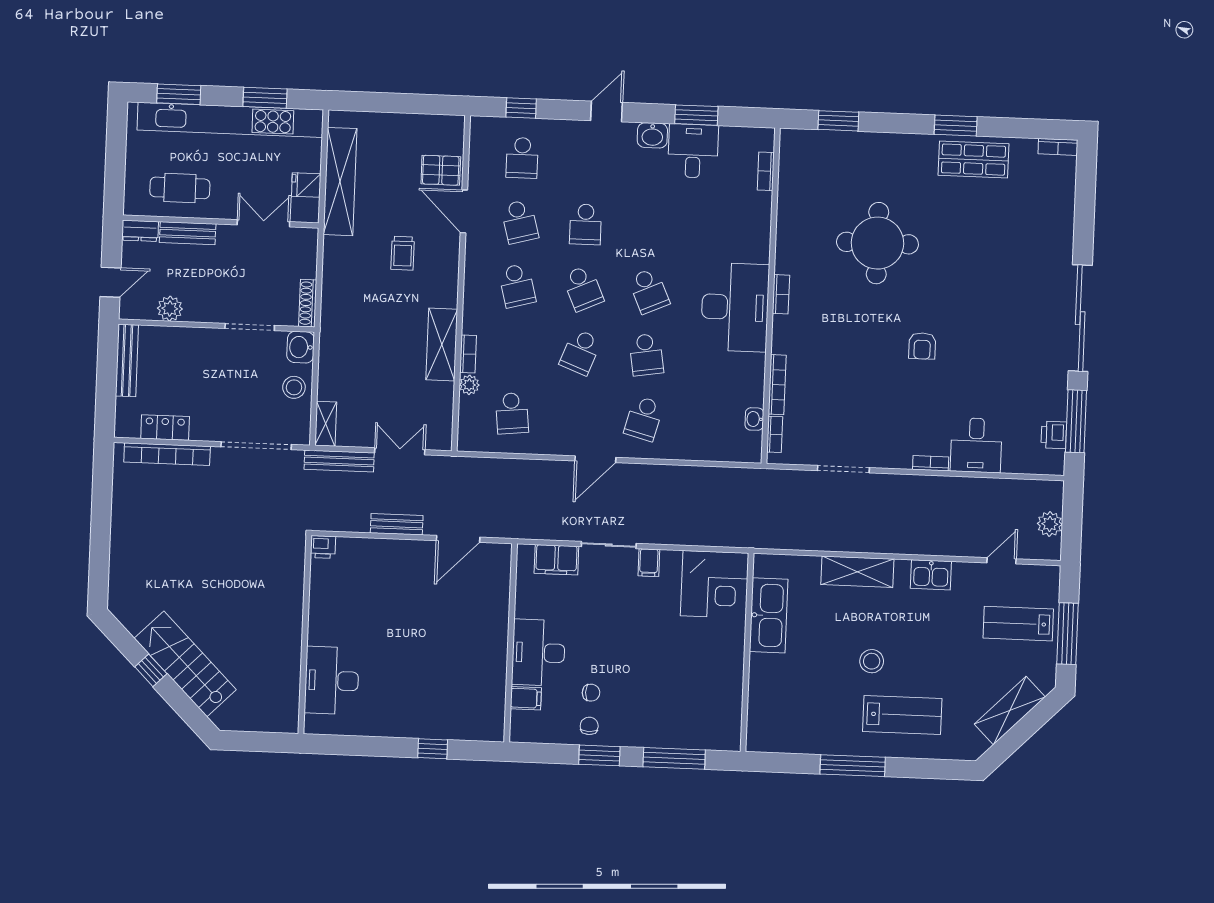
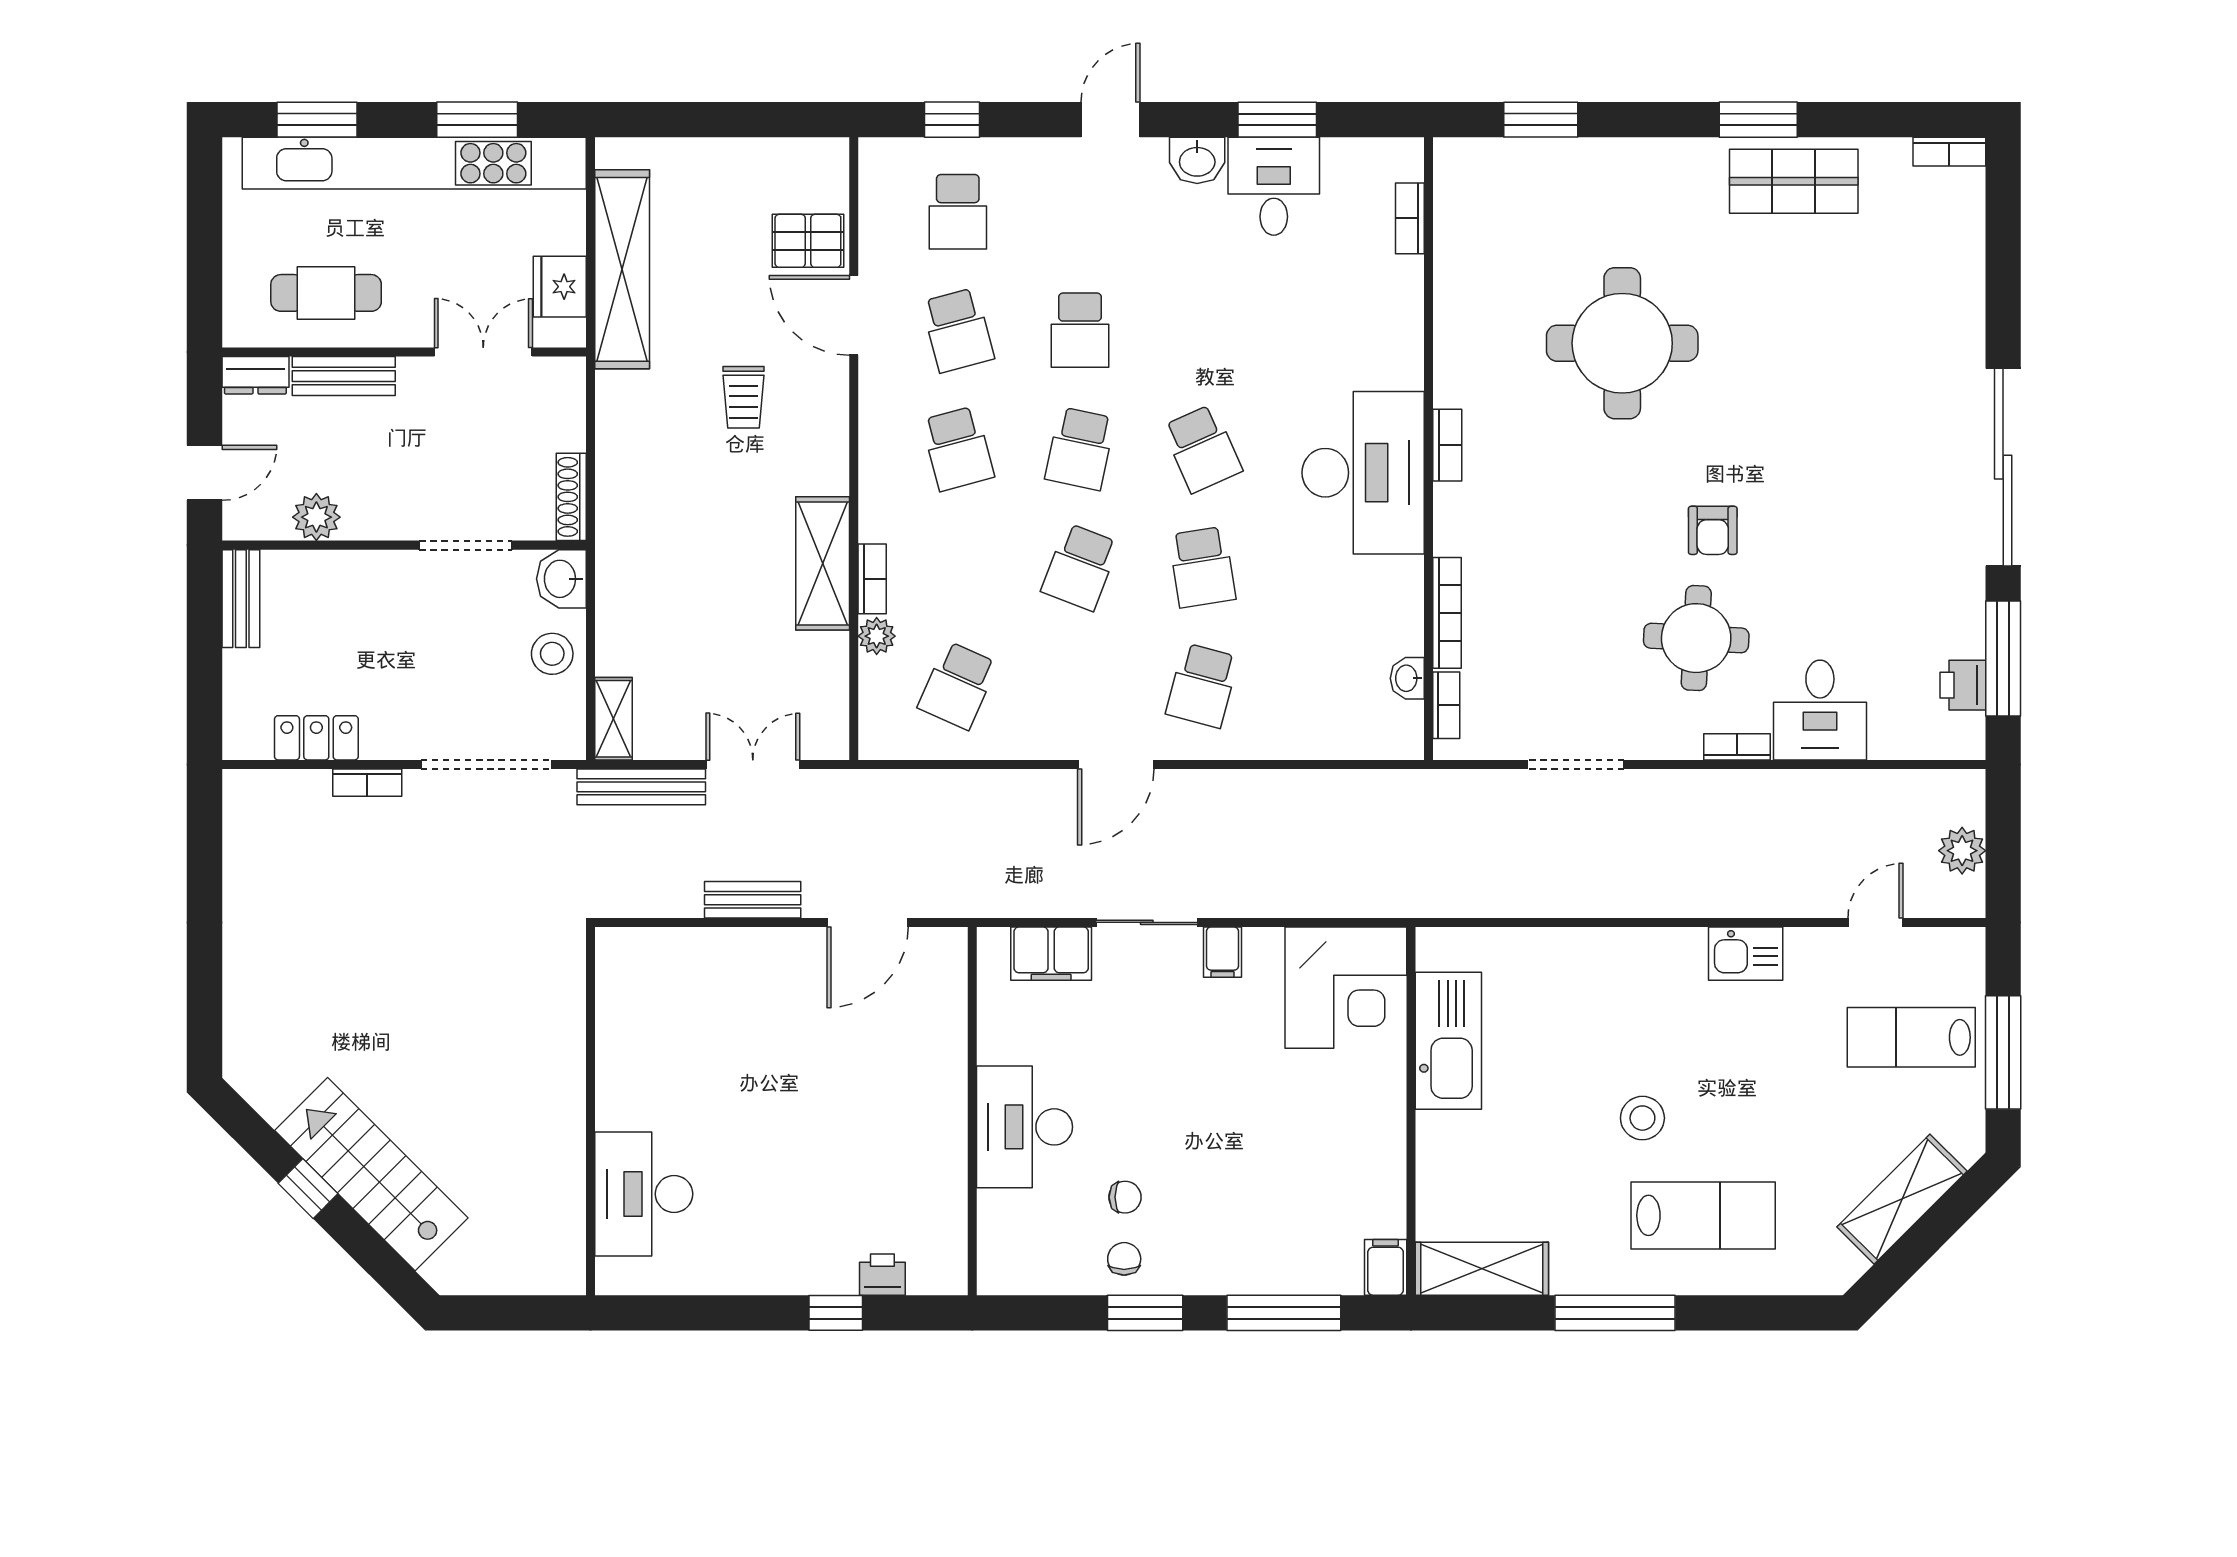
fridge: (306, 185) -> (560, 287), width x1.38
school desk: (583, 288) -> (1080, 449), turned 36
bench: (127, 360) -> (241, 599), width x0.73
round table: (911, 404) -> (1696, 638), added
school desk: (512, 413) -> (958, 685), turned 30
bookcase: (167, 454) -> (367, 783), width x0.43, depth x0.76
printer: (323, 547) -> (882, 1275), moved, turned 180
shelving: (857, 572) -> (1482, 1269), moved
filing cabinet: (526, 698) -> (1386, 1267), moved, turned -90

